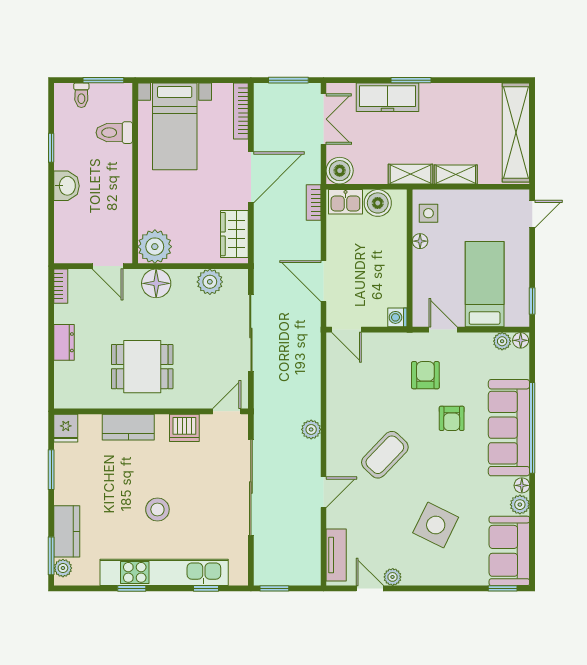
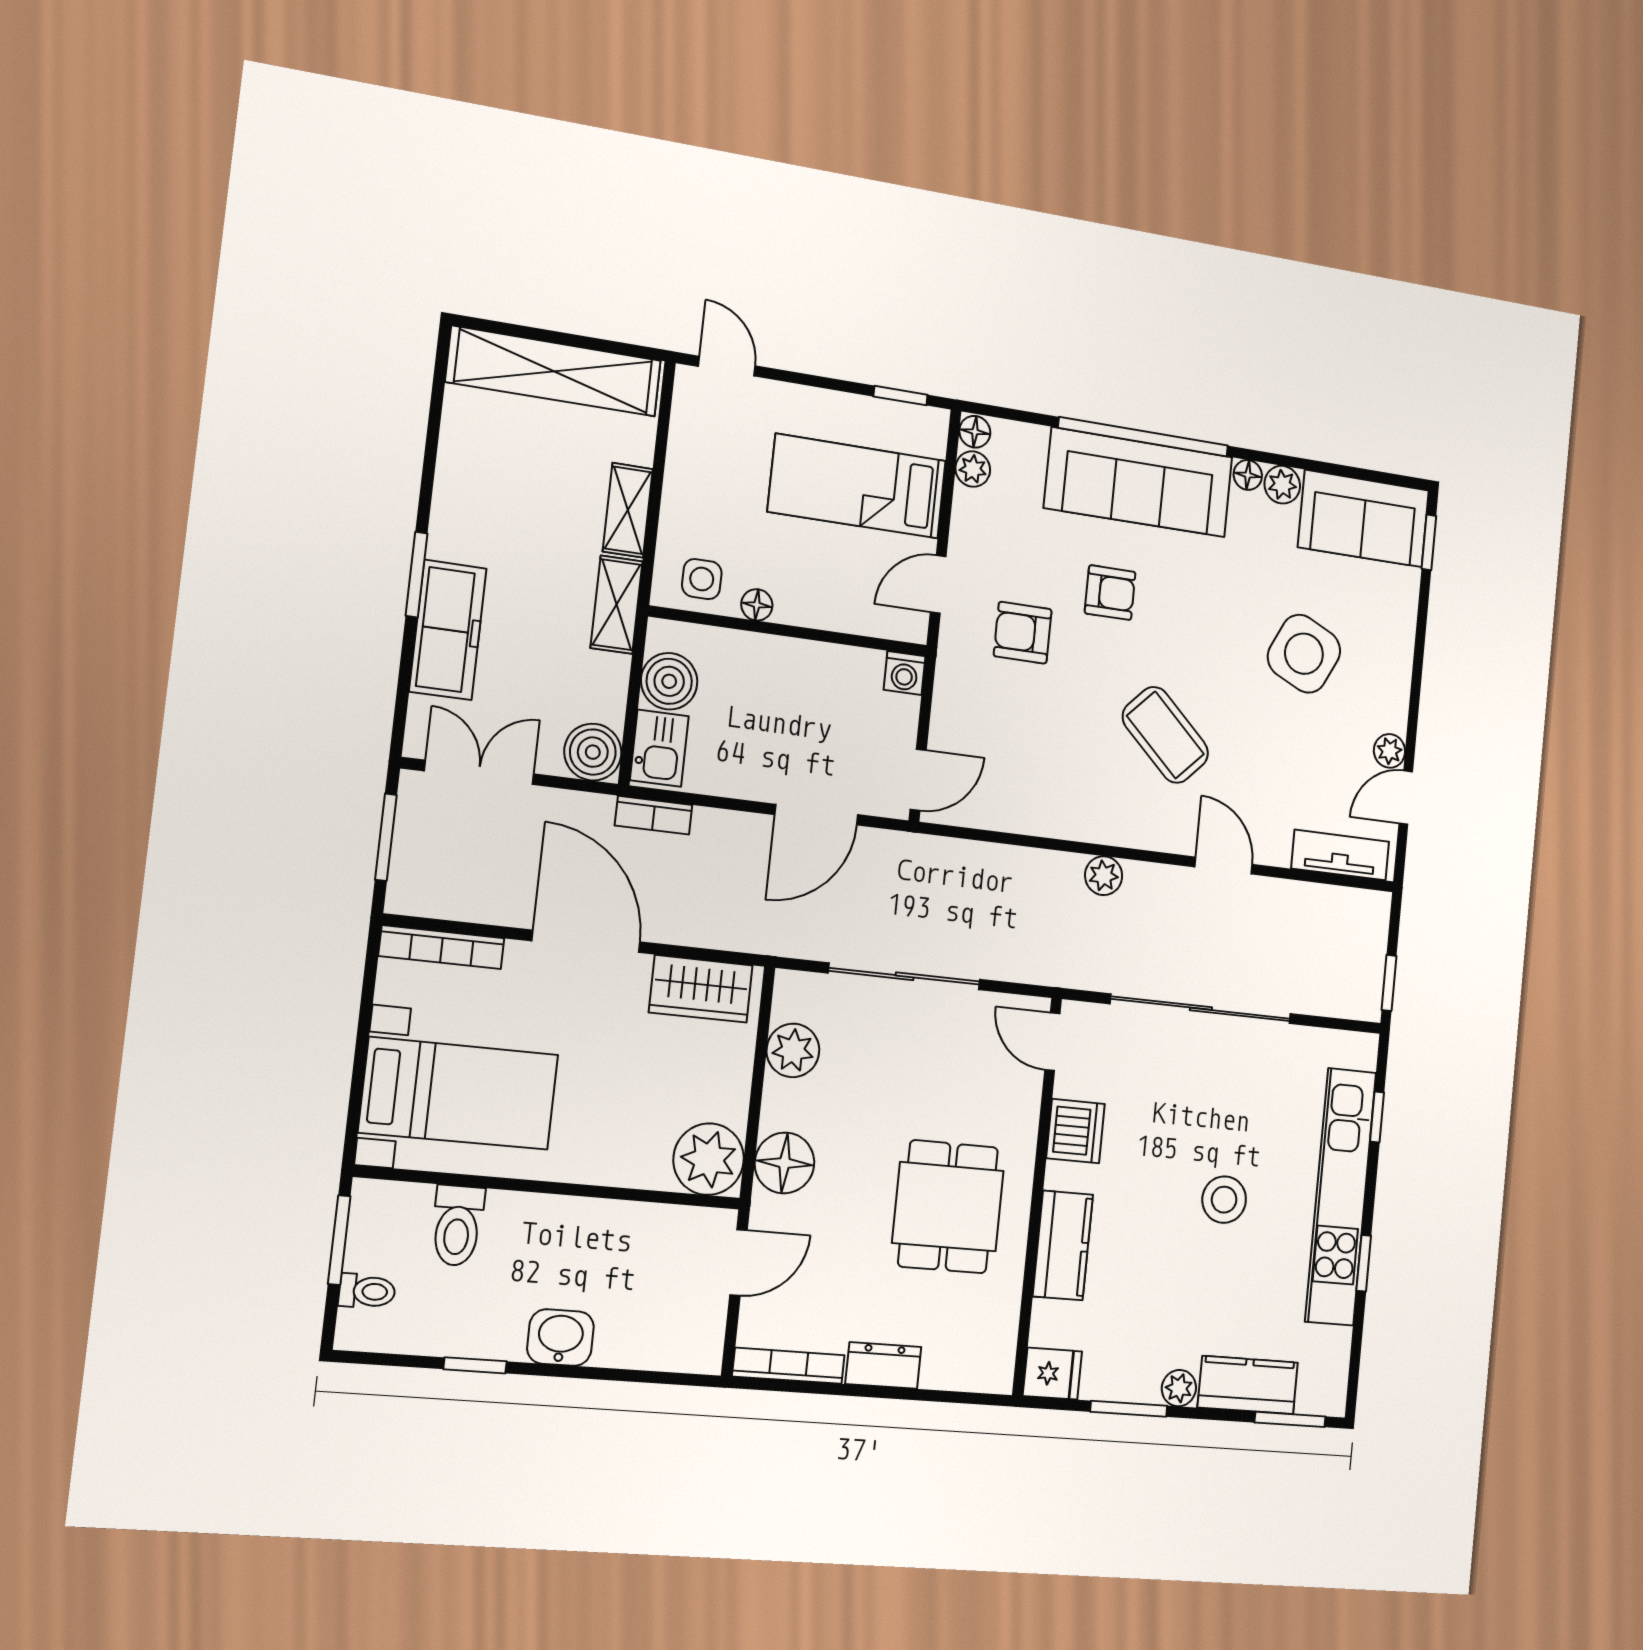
bookcase: (61, 286) -> (789, 1366), width x1.56
plant: (63, 568) -> (1179, 1388), moved

